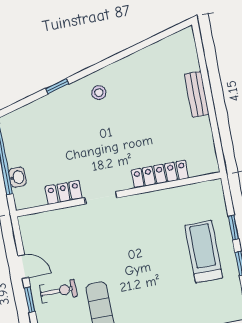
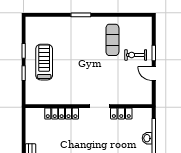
washbasin: (17, 177) -> (147, 138), moved
treadmill: (204, 252) -> (44, 62), turned 180

